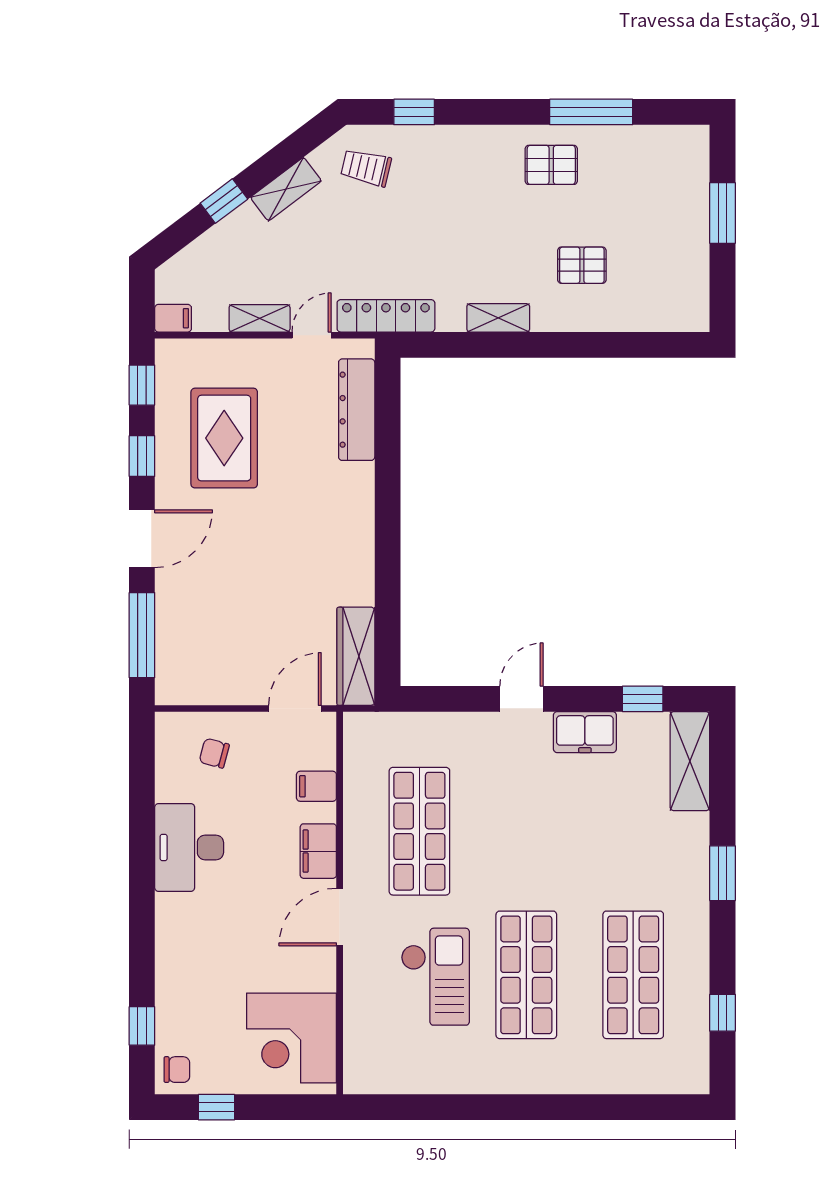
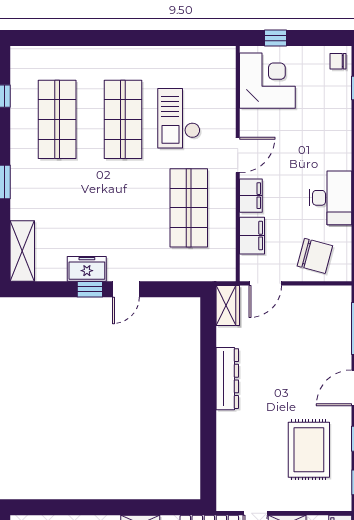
dresser: (357, 410) -> (227, 379), moved
wardrobe: (356, 656) -> (228, 305), width x0.67
window: (643, 699) -> (90, 289), moved
chair: (214, 753) -> (315, 256), width x1.87, depth x1.87
filing cabinet: (316, 786) -> (252, 236), width x2.00
window: (216, 1107) -> (275, 38), moved

